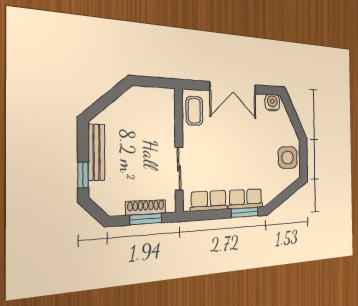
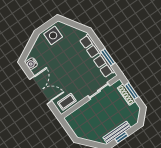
window: (83, 175) -> (121, 137), moved
window: (245, 212) -> (108, 57), moved

